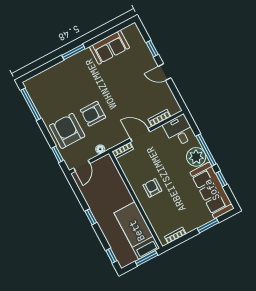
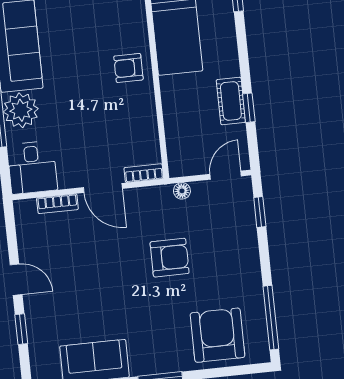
armchair: (67, 131) -> (217, 335), moved, turned 180
armchair: (152, 188) -> (128, 68), moved, turned 90
cot: (94, 203) -> (231, 101), added
window: (91, 217) -> (249, 108), moved

